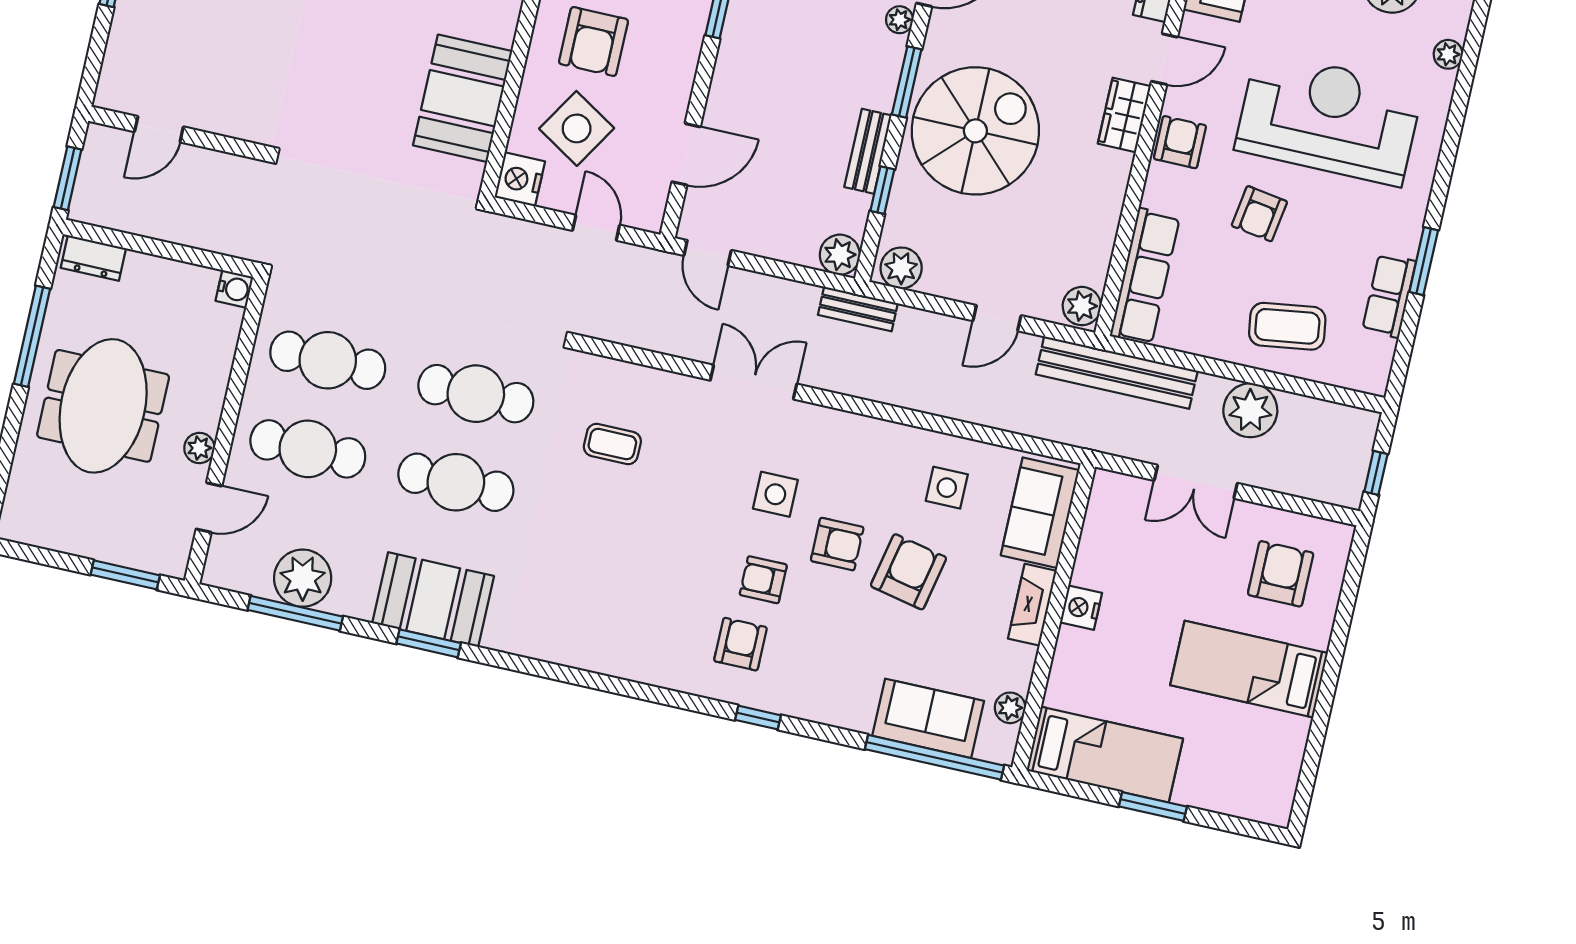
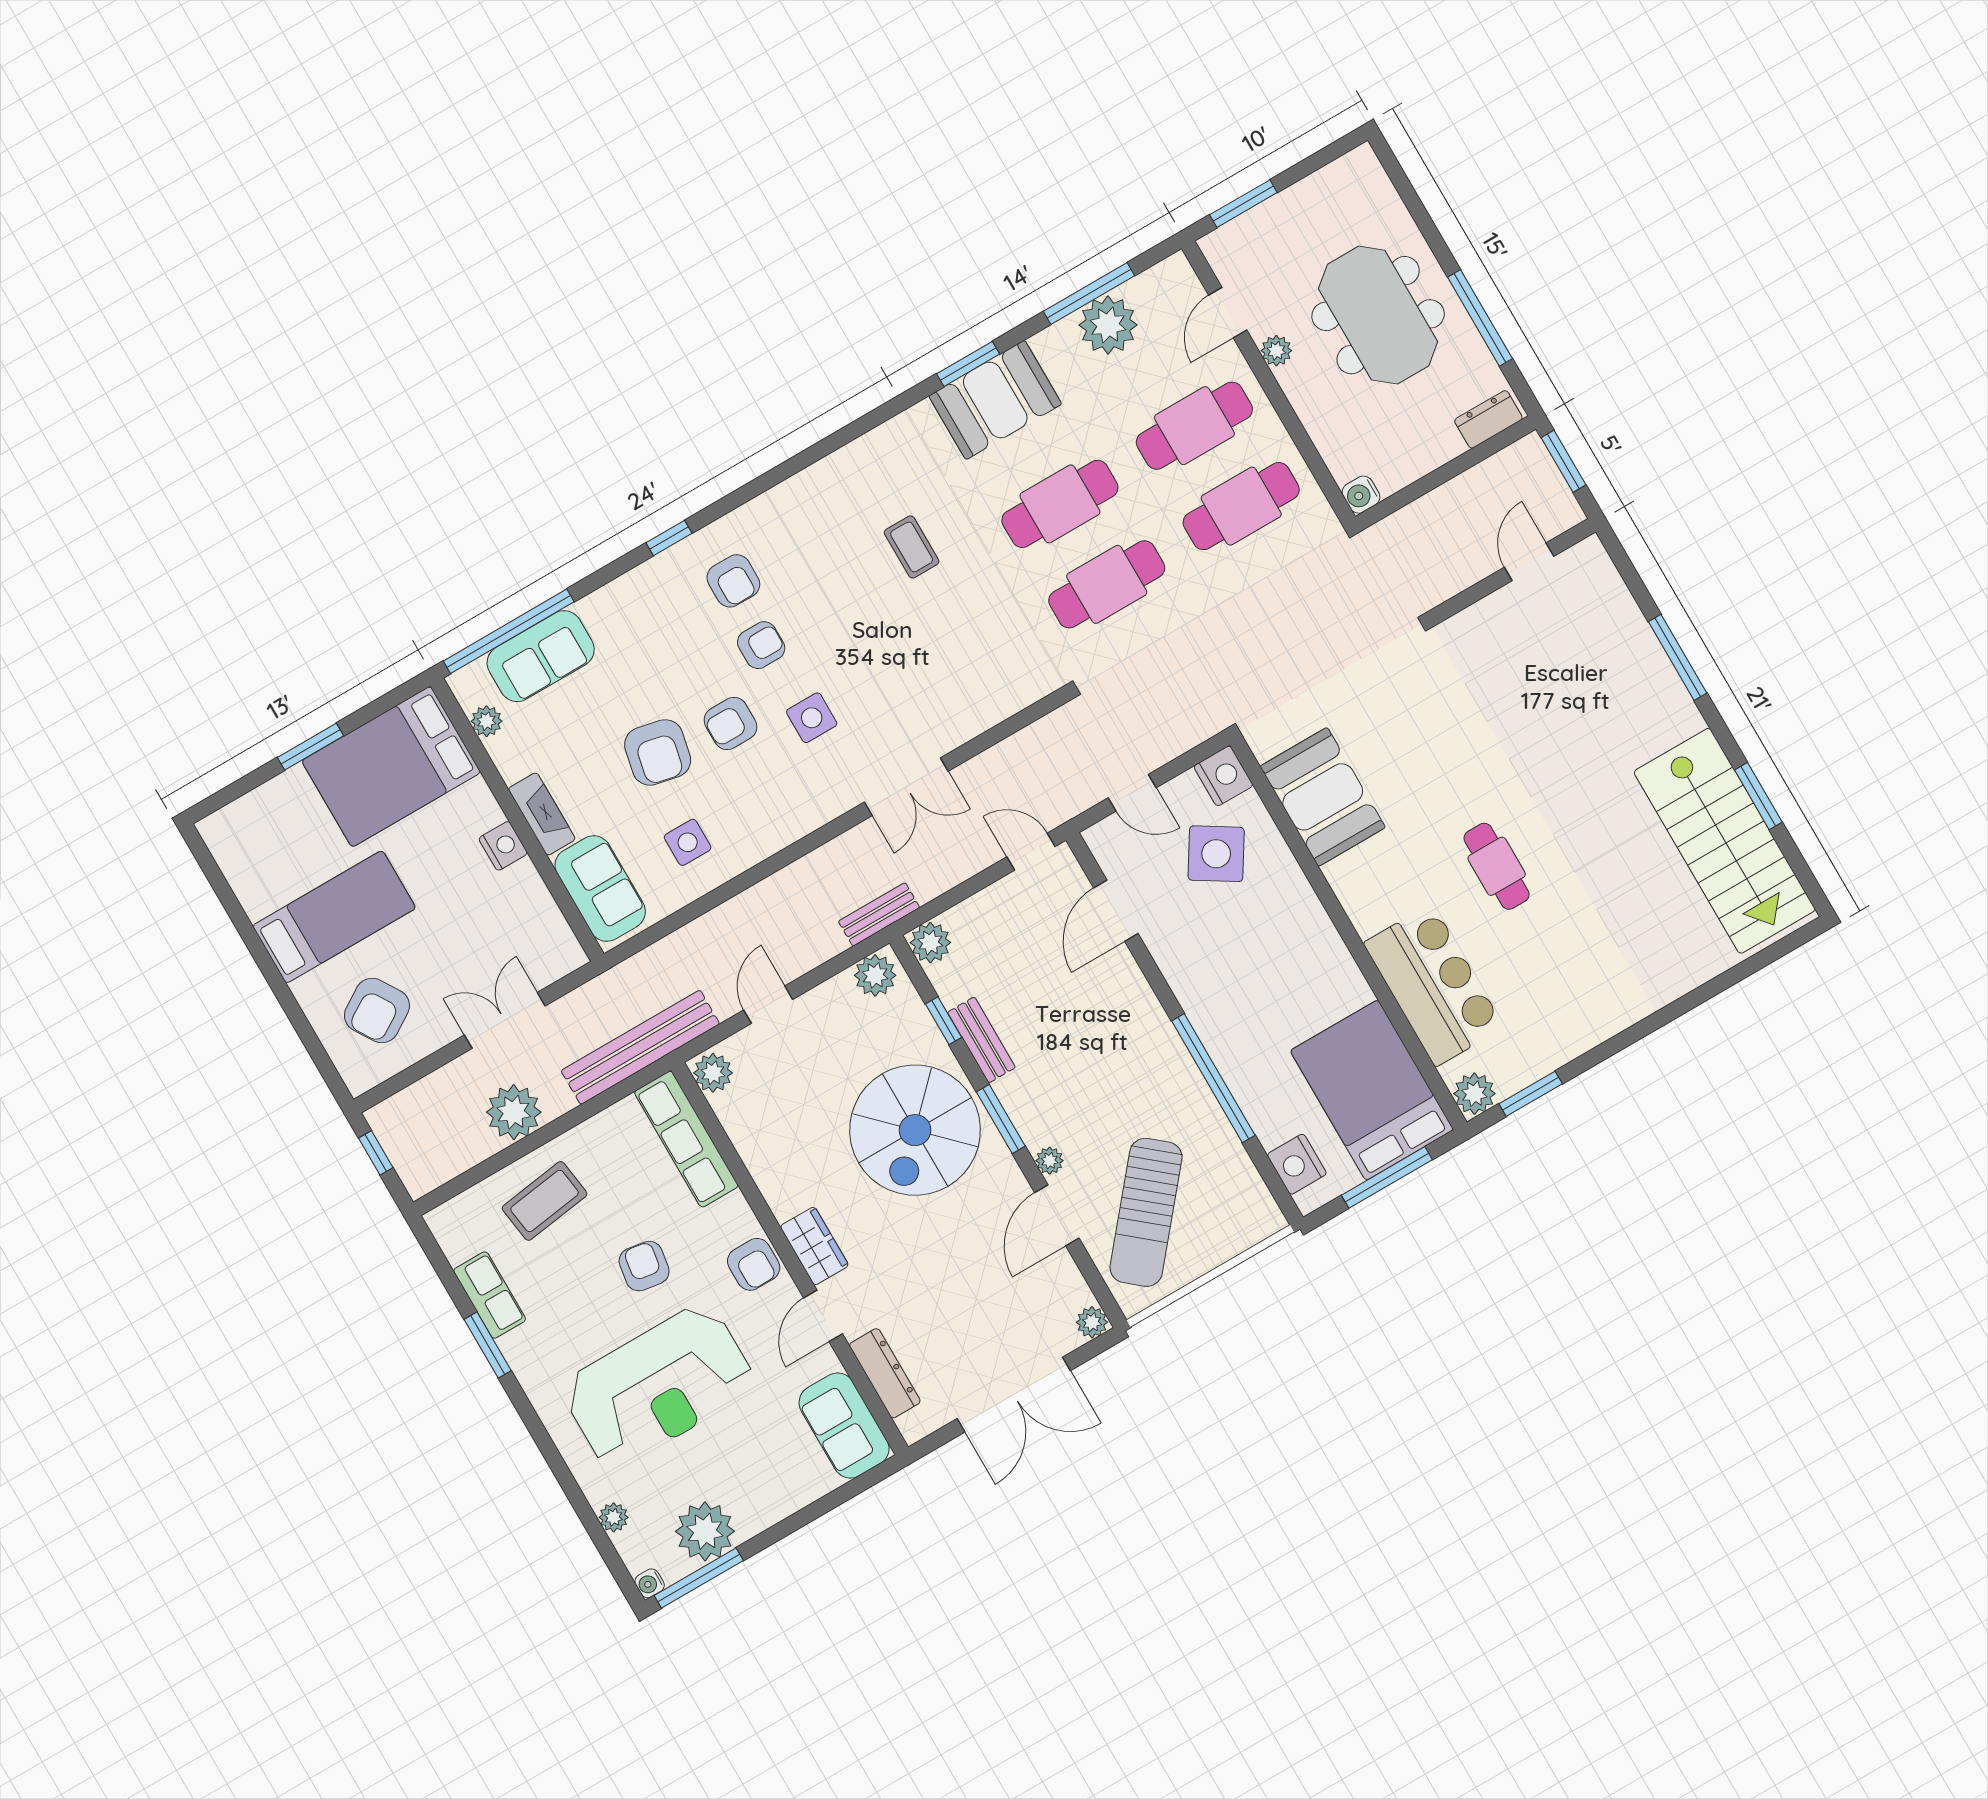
armchair: (594, 42) -> (1264, 931), removed
coffee table: (612, 444) -> (912, 547), moved, turned 90
armchair: (1281, 574) -> (377, 1010), turned 58
bed: (1105, 755) -> (391, 767), width x1.50

